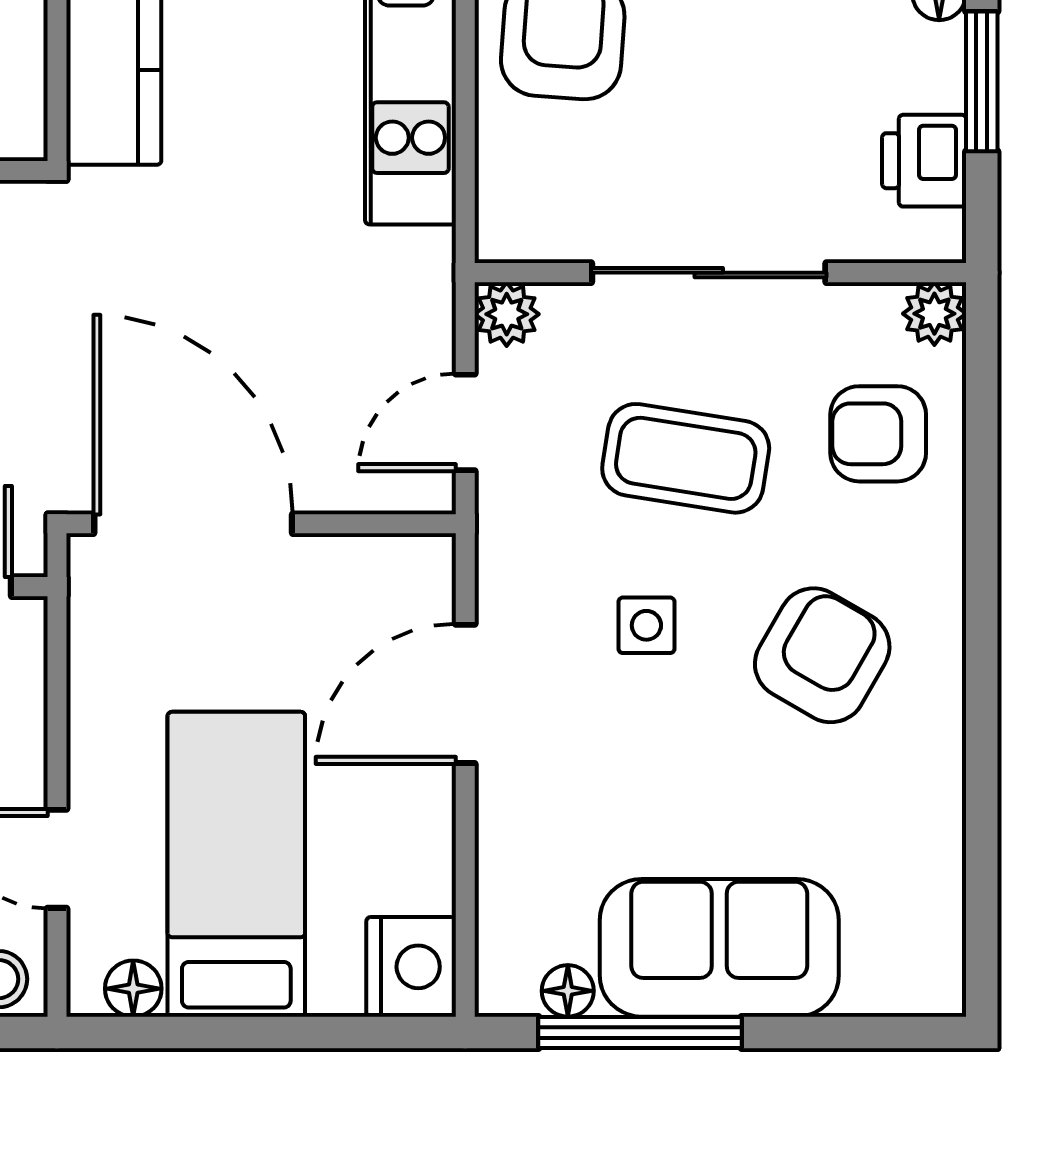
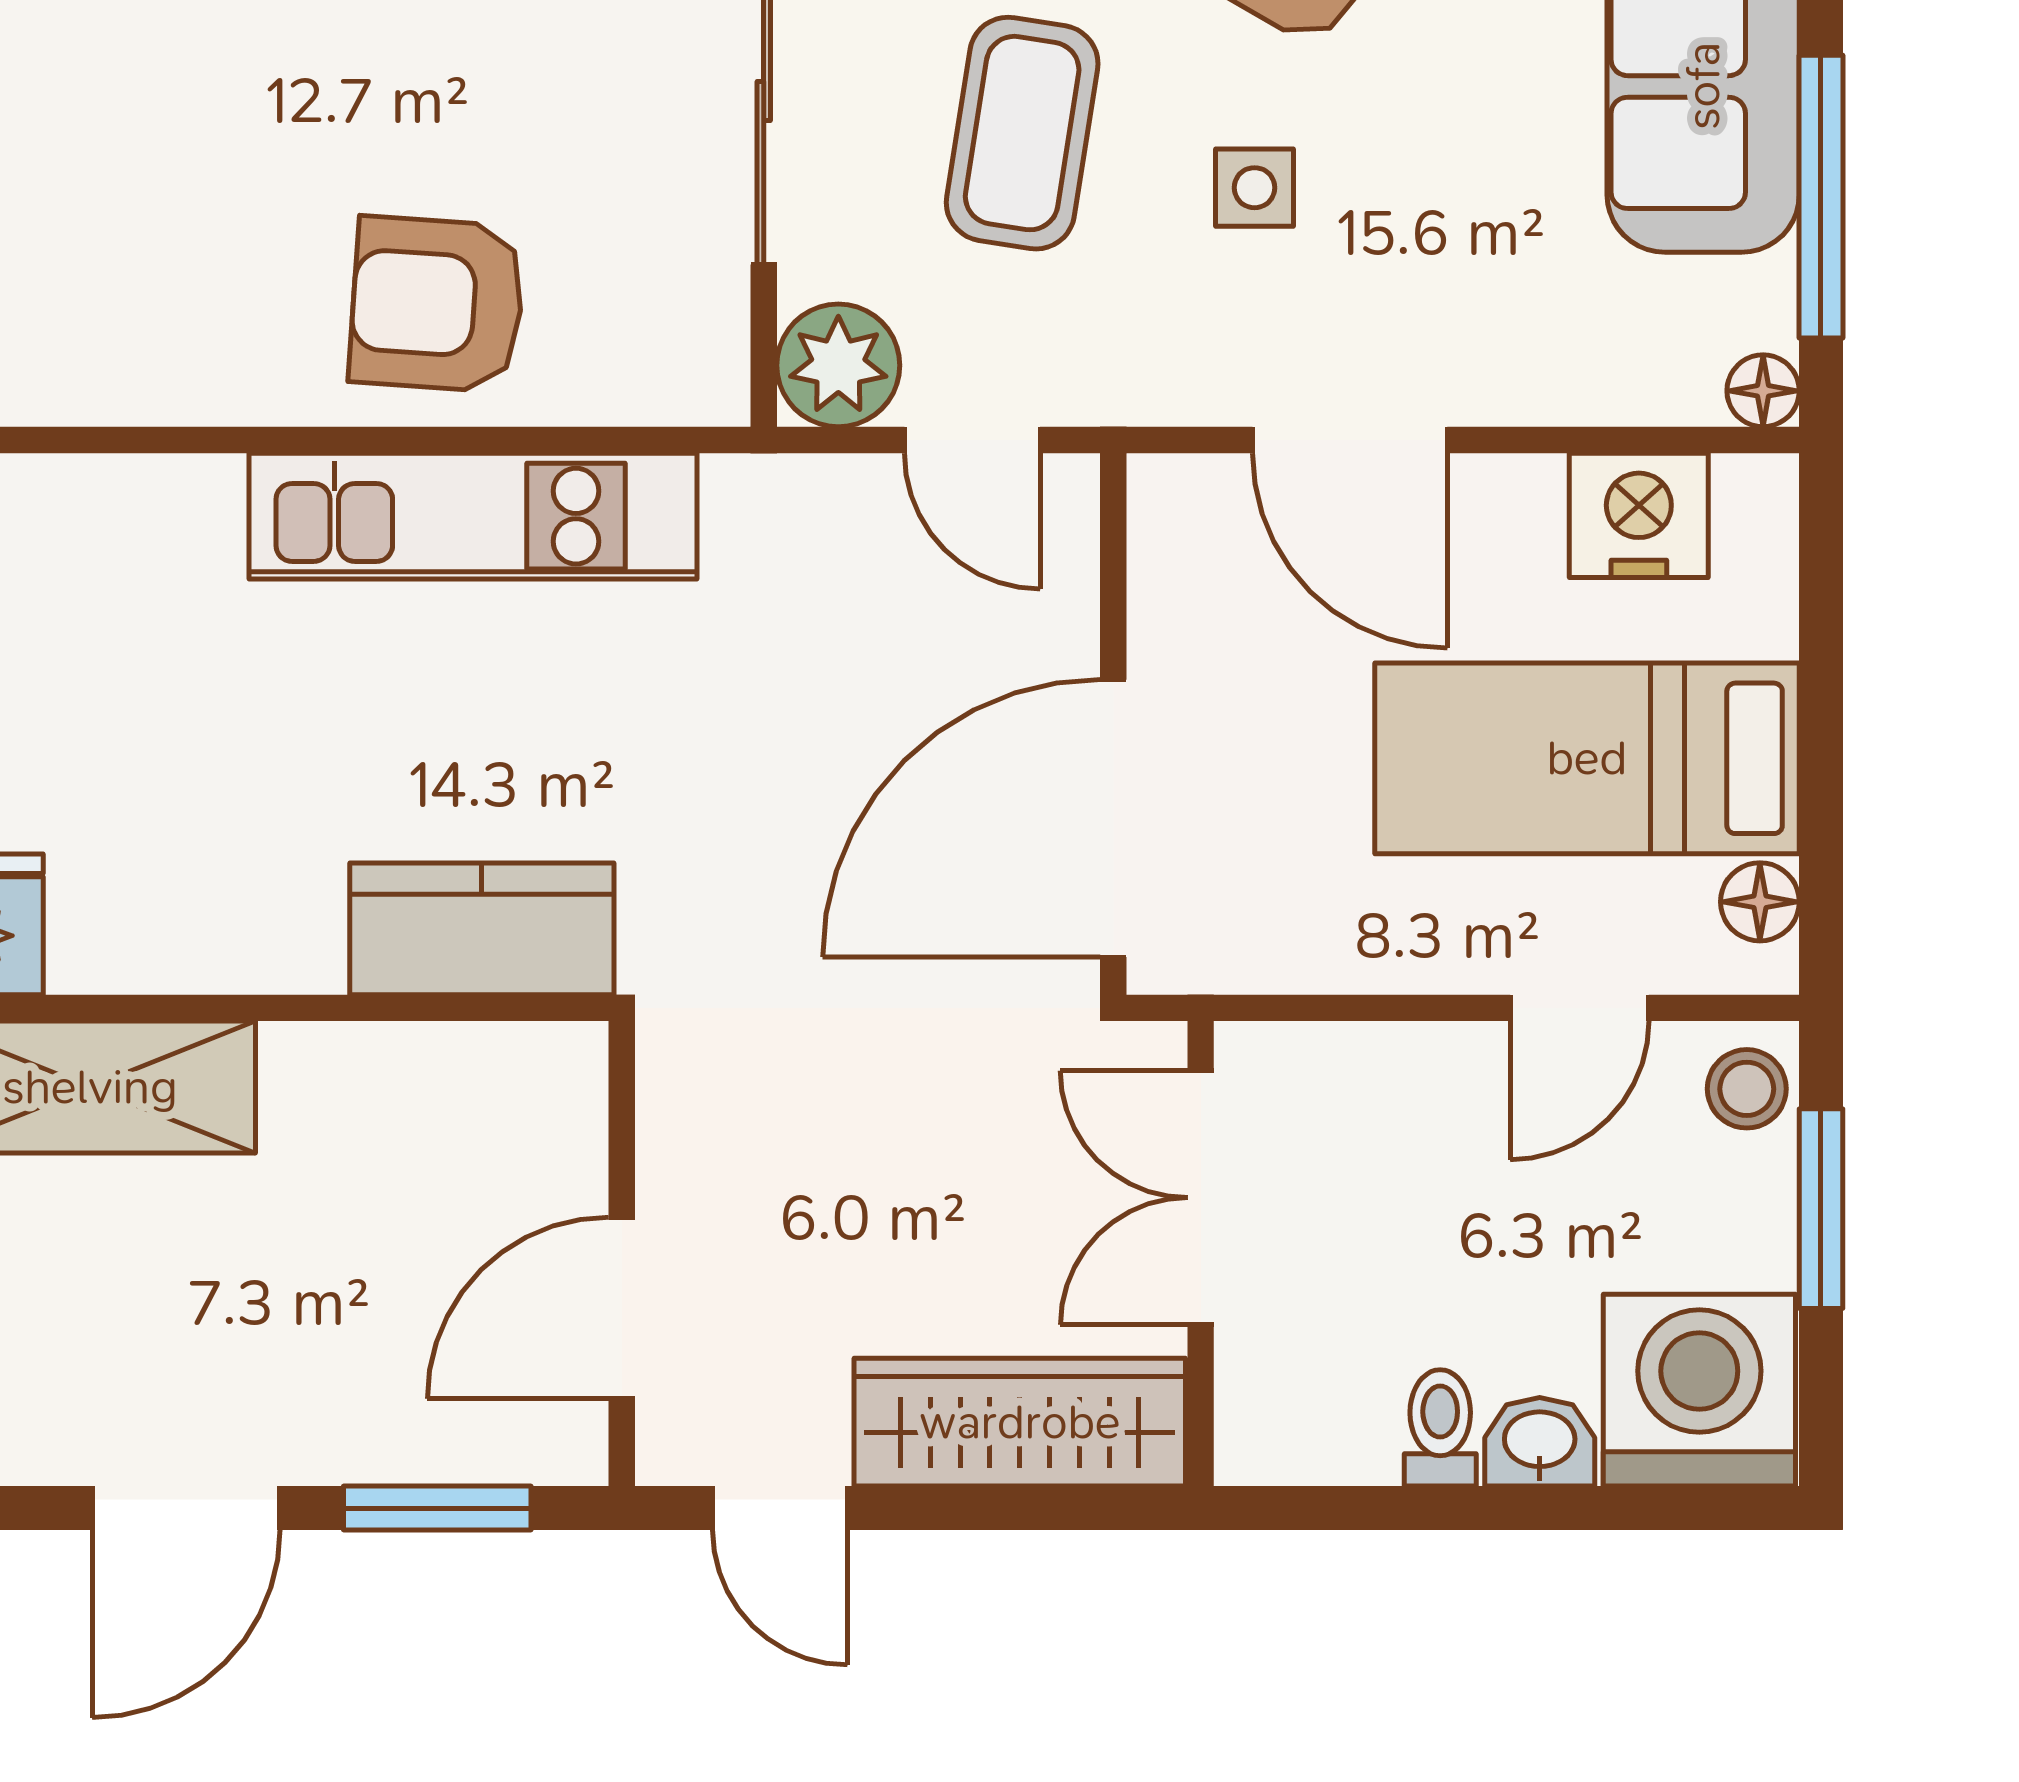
plant: (507, 314) -> (838, 365), width x1.38, depth x1.38
nightstand: (411, 967) -> (1639, 515), moved
floor lamp: (568, 991) -> (1763, 391), moved

